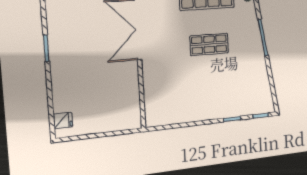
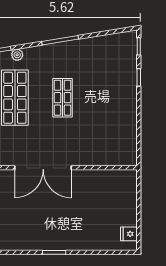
fridge: (63, 121) -> (129, 234), moved, turned -90

